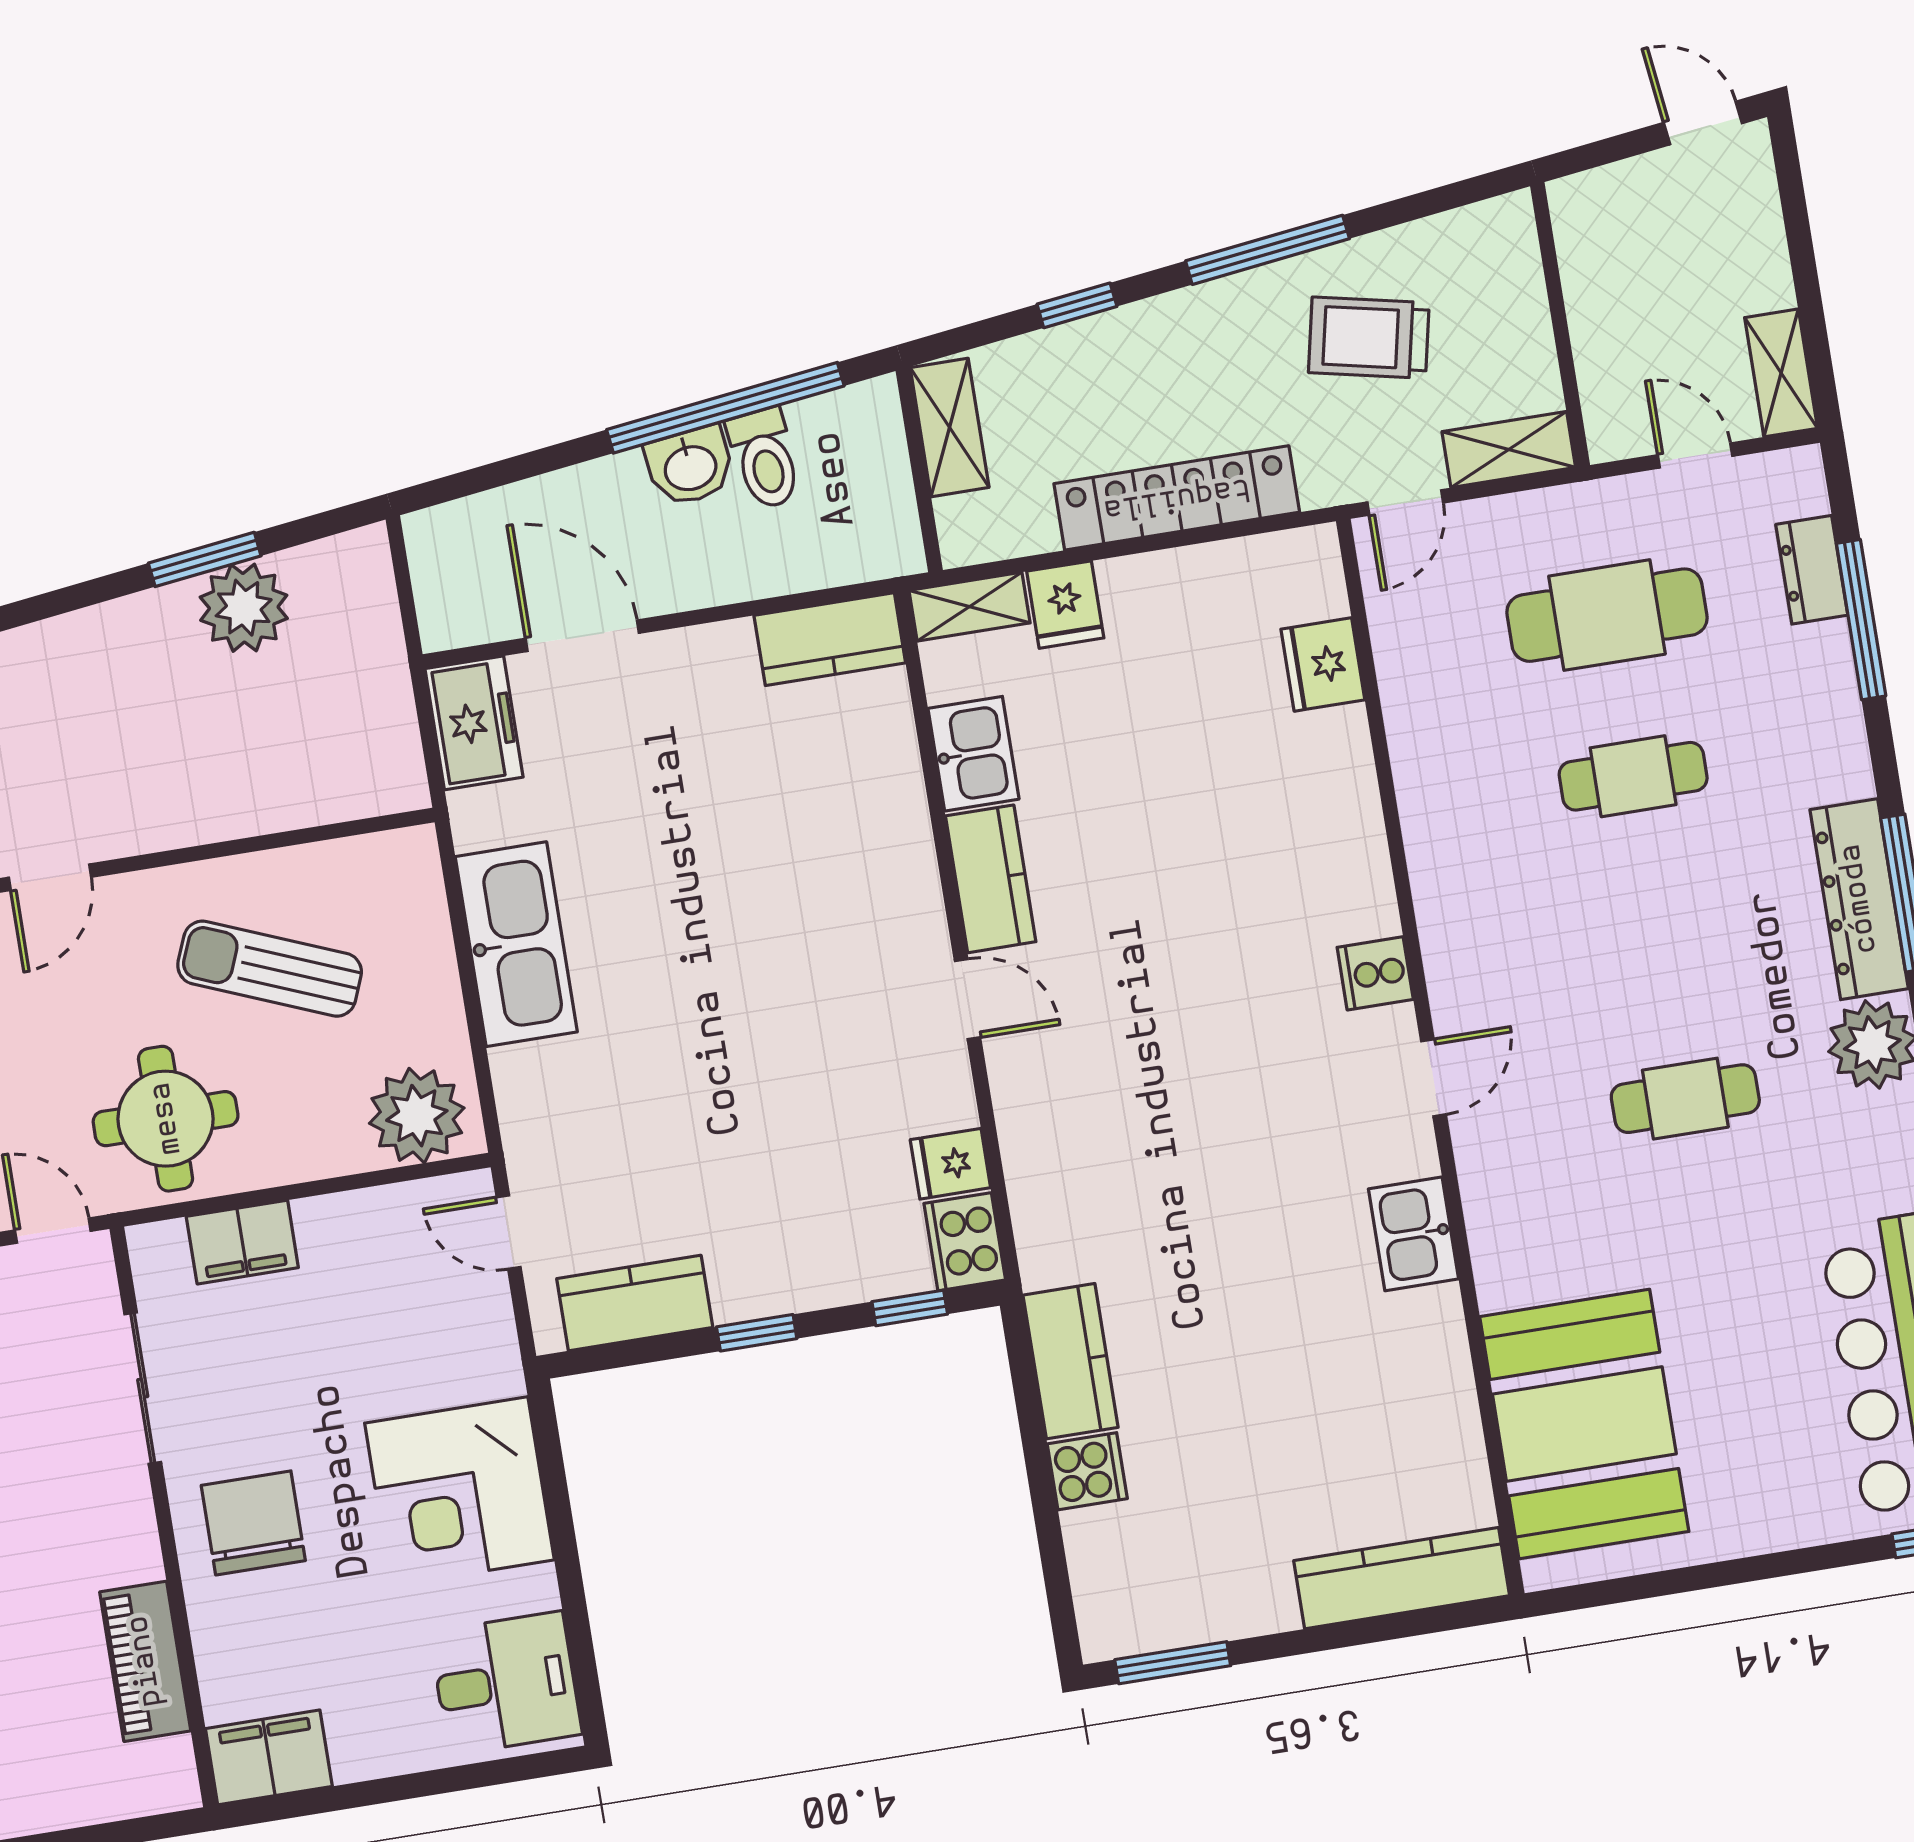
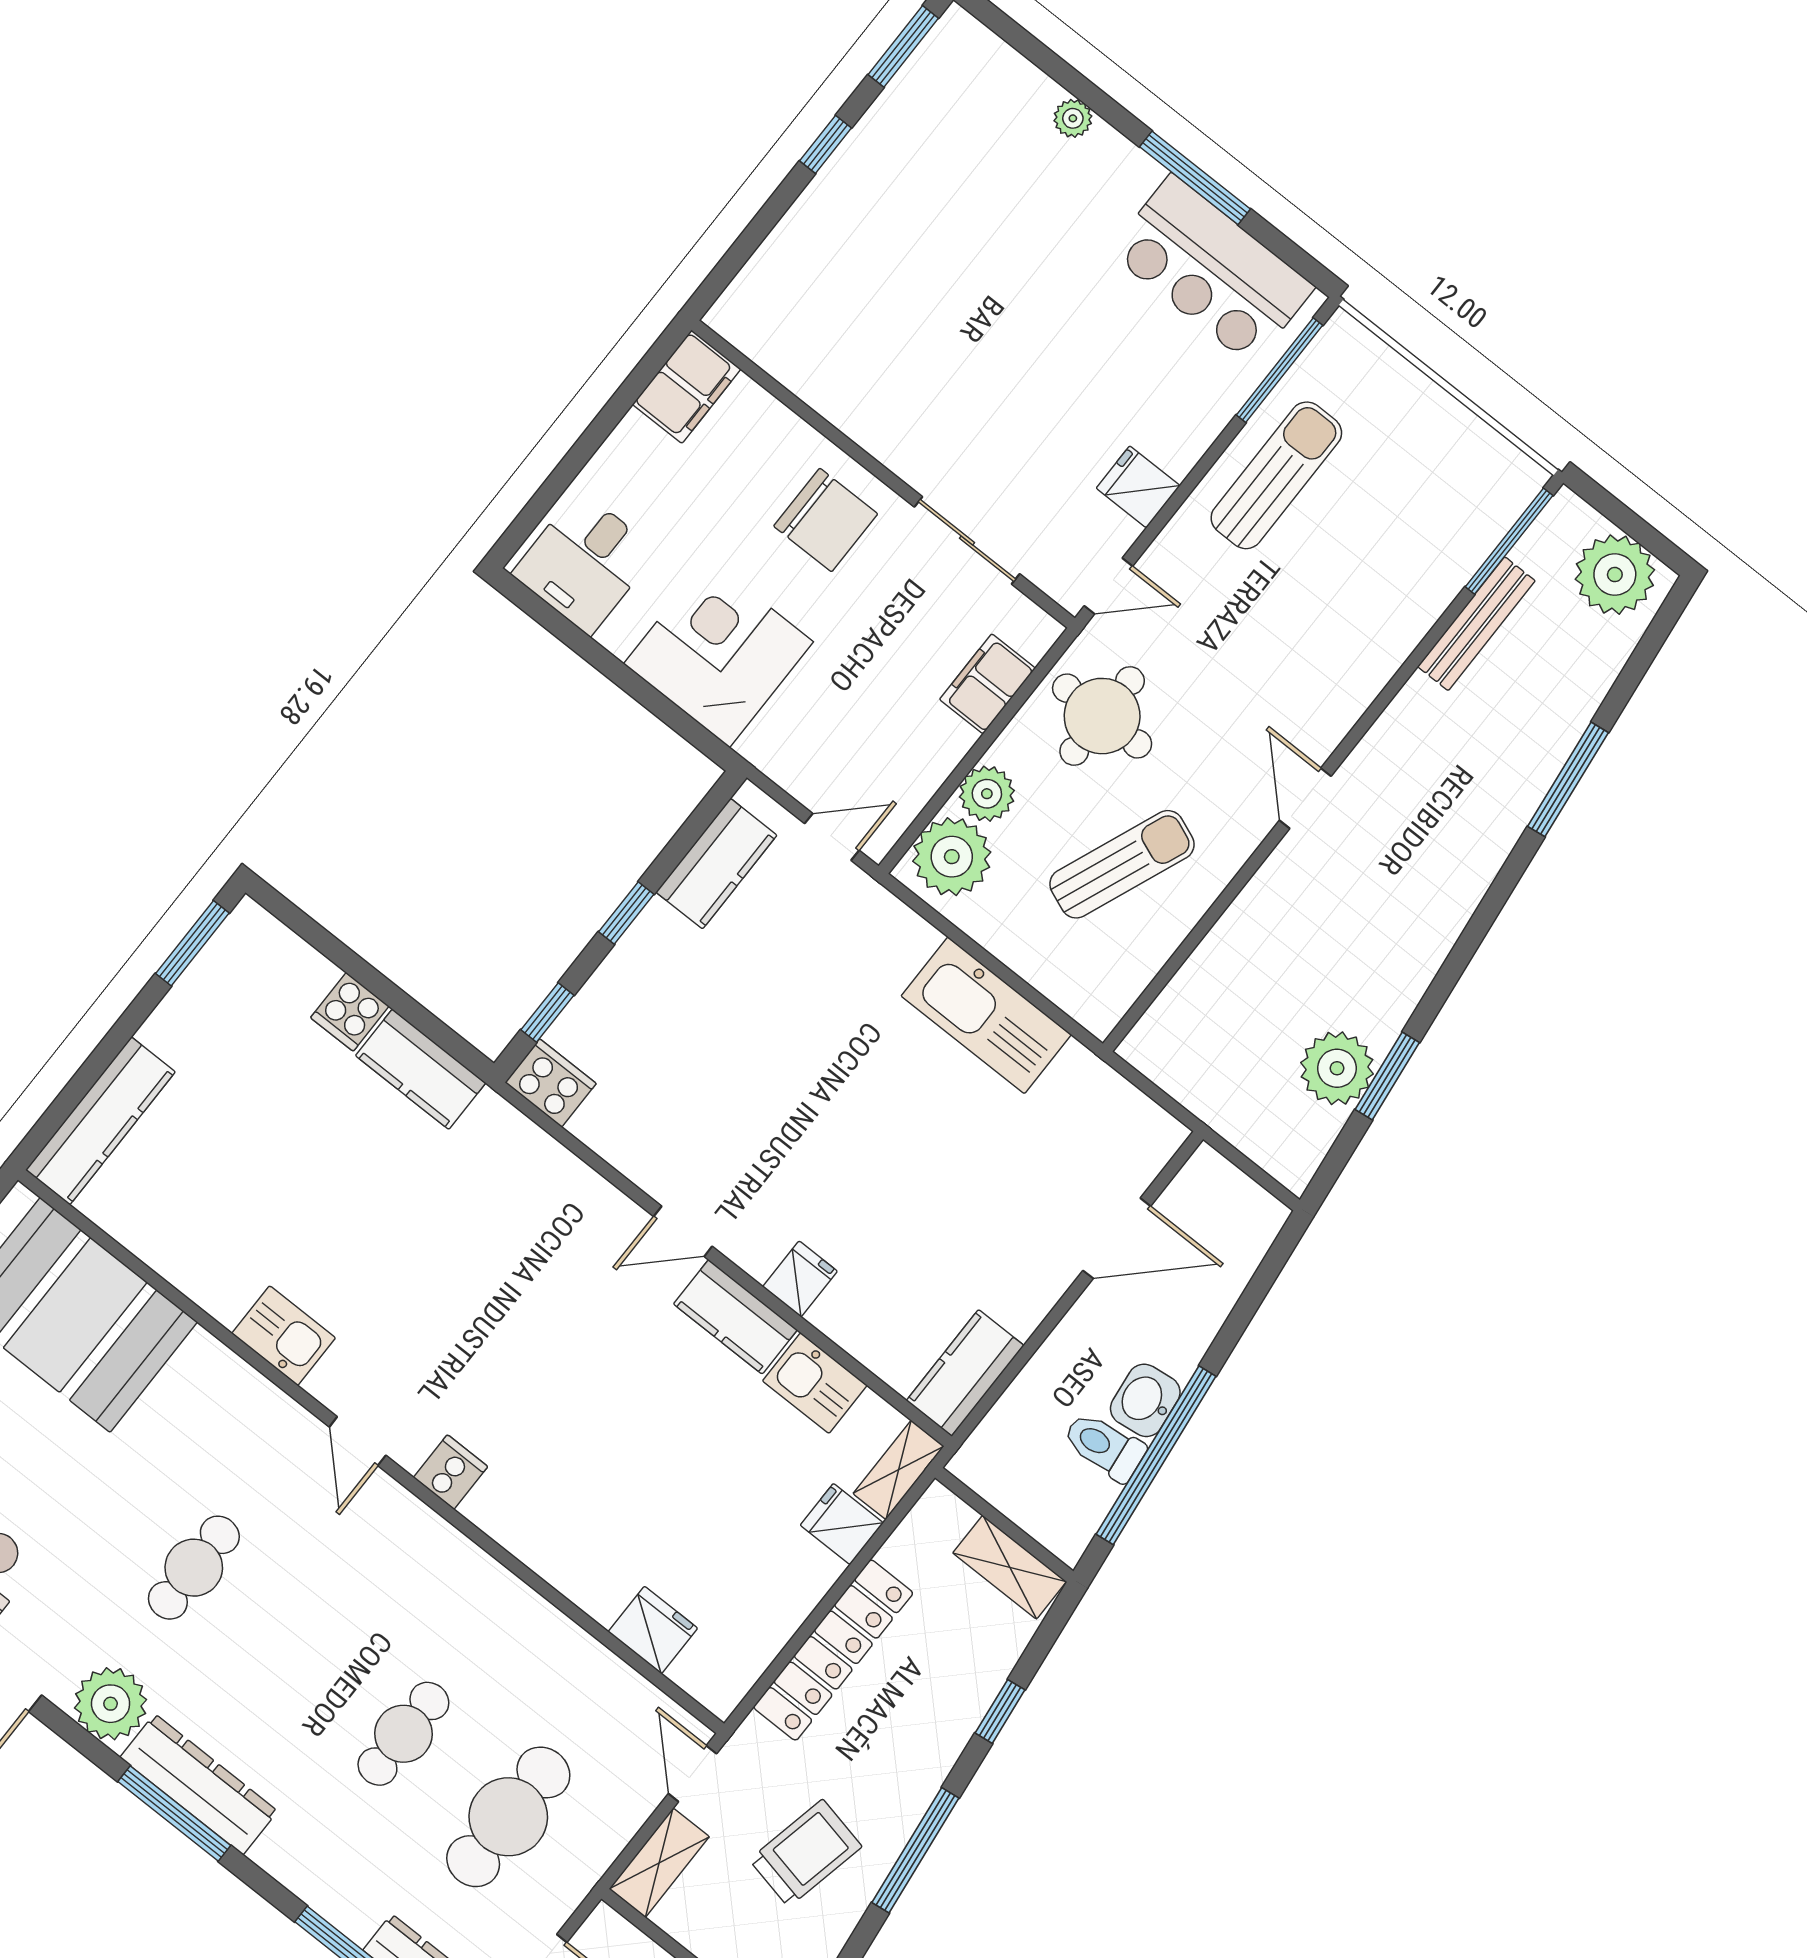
freezer: (474, 723) -> (1134, 1126), removed
plant: (333, 1143) -> (987, 794), added
fridge: (950, 1164) -> (800, 1279), moved
piano: (145, 1661) -> (815, 376), removed

